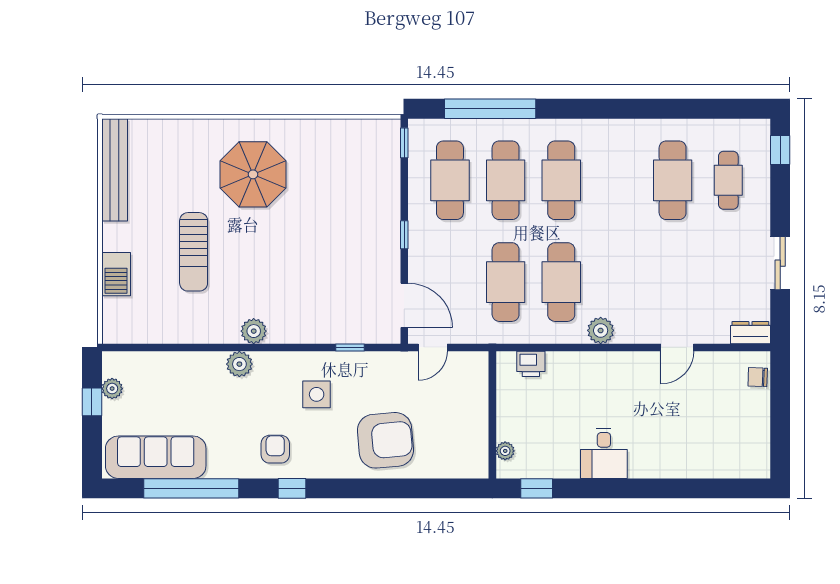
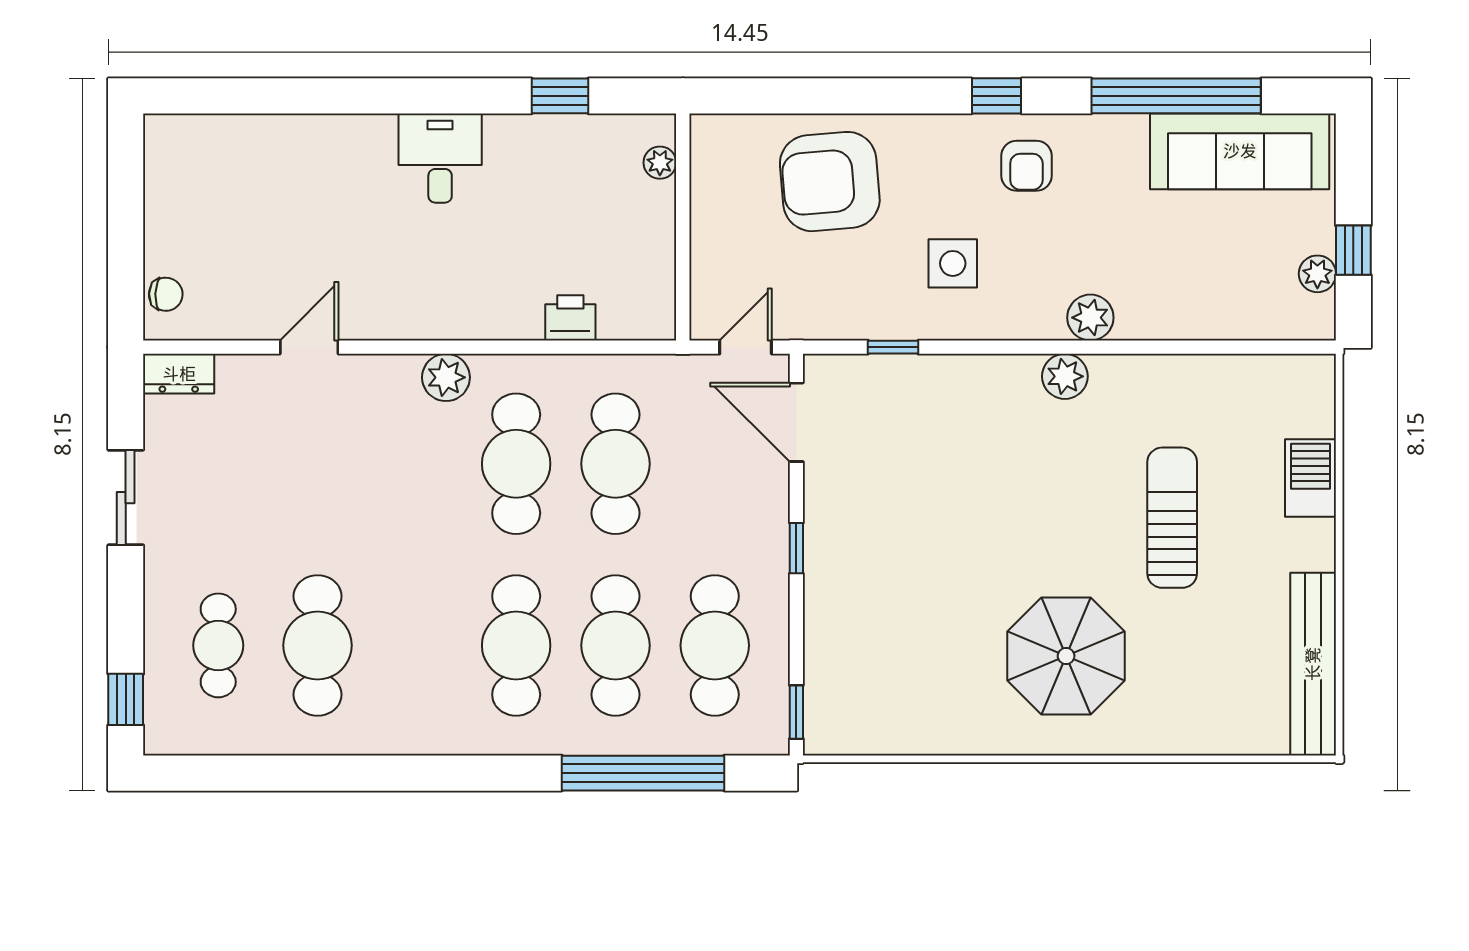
wall: (492, 415) -> (683, 227), moved
plant: (505, 451) -> (660, 163), moved

